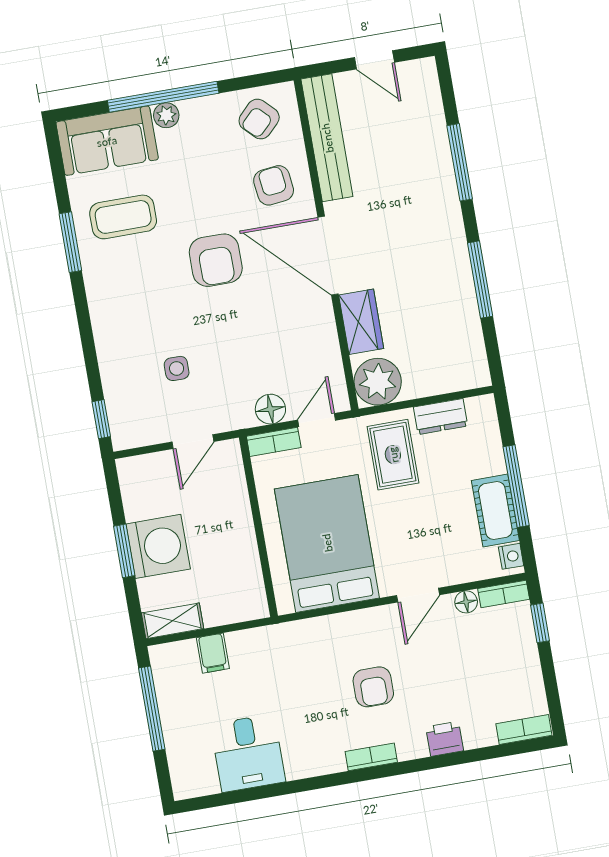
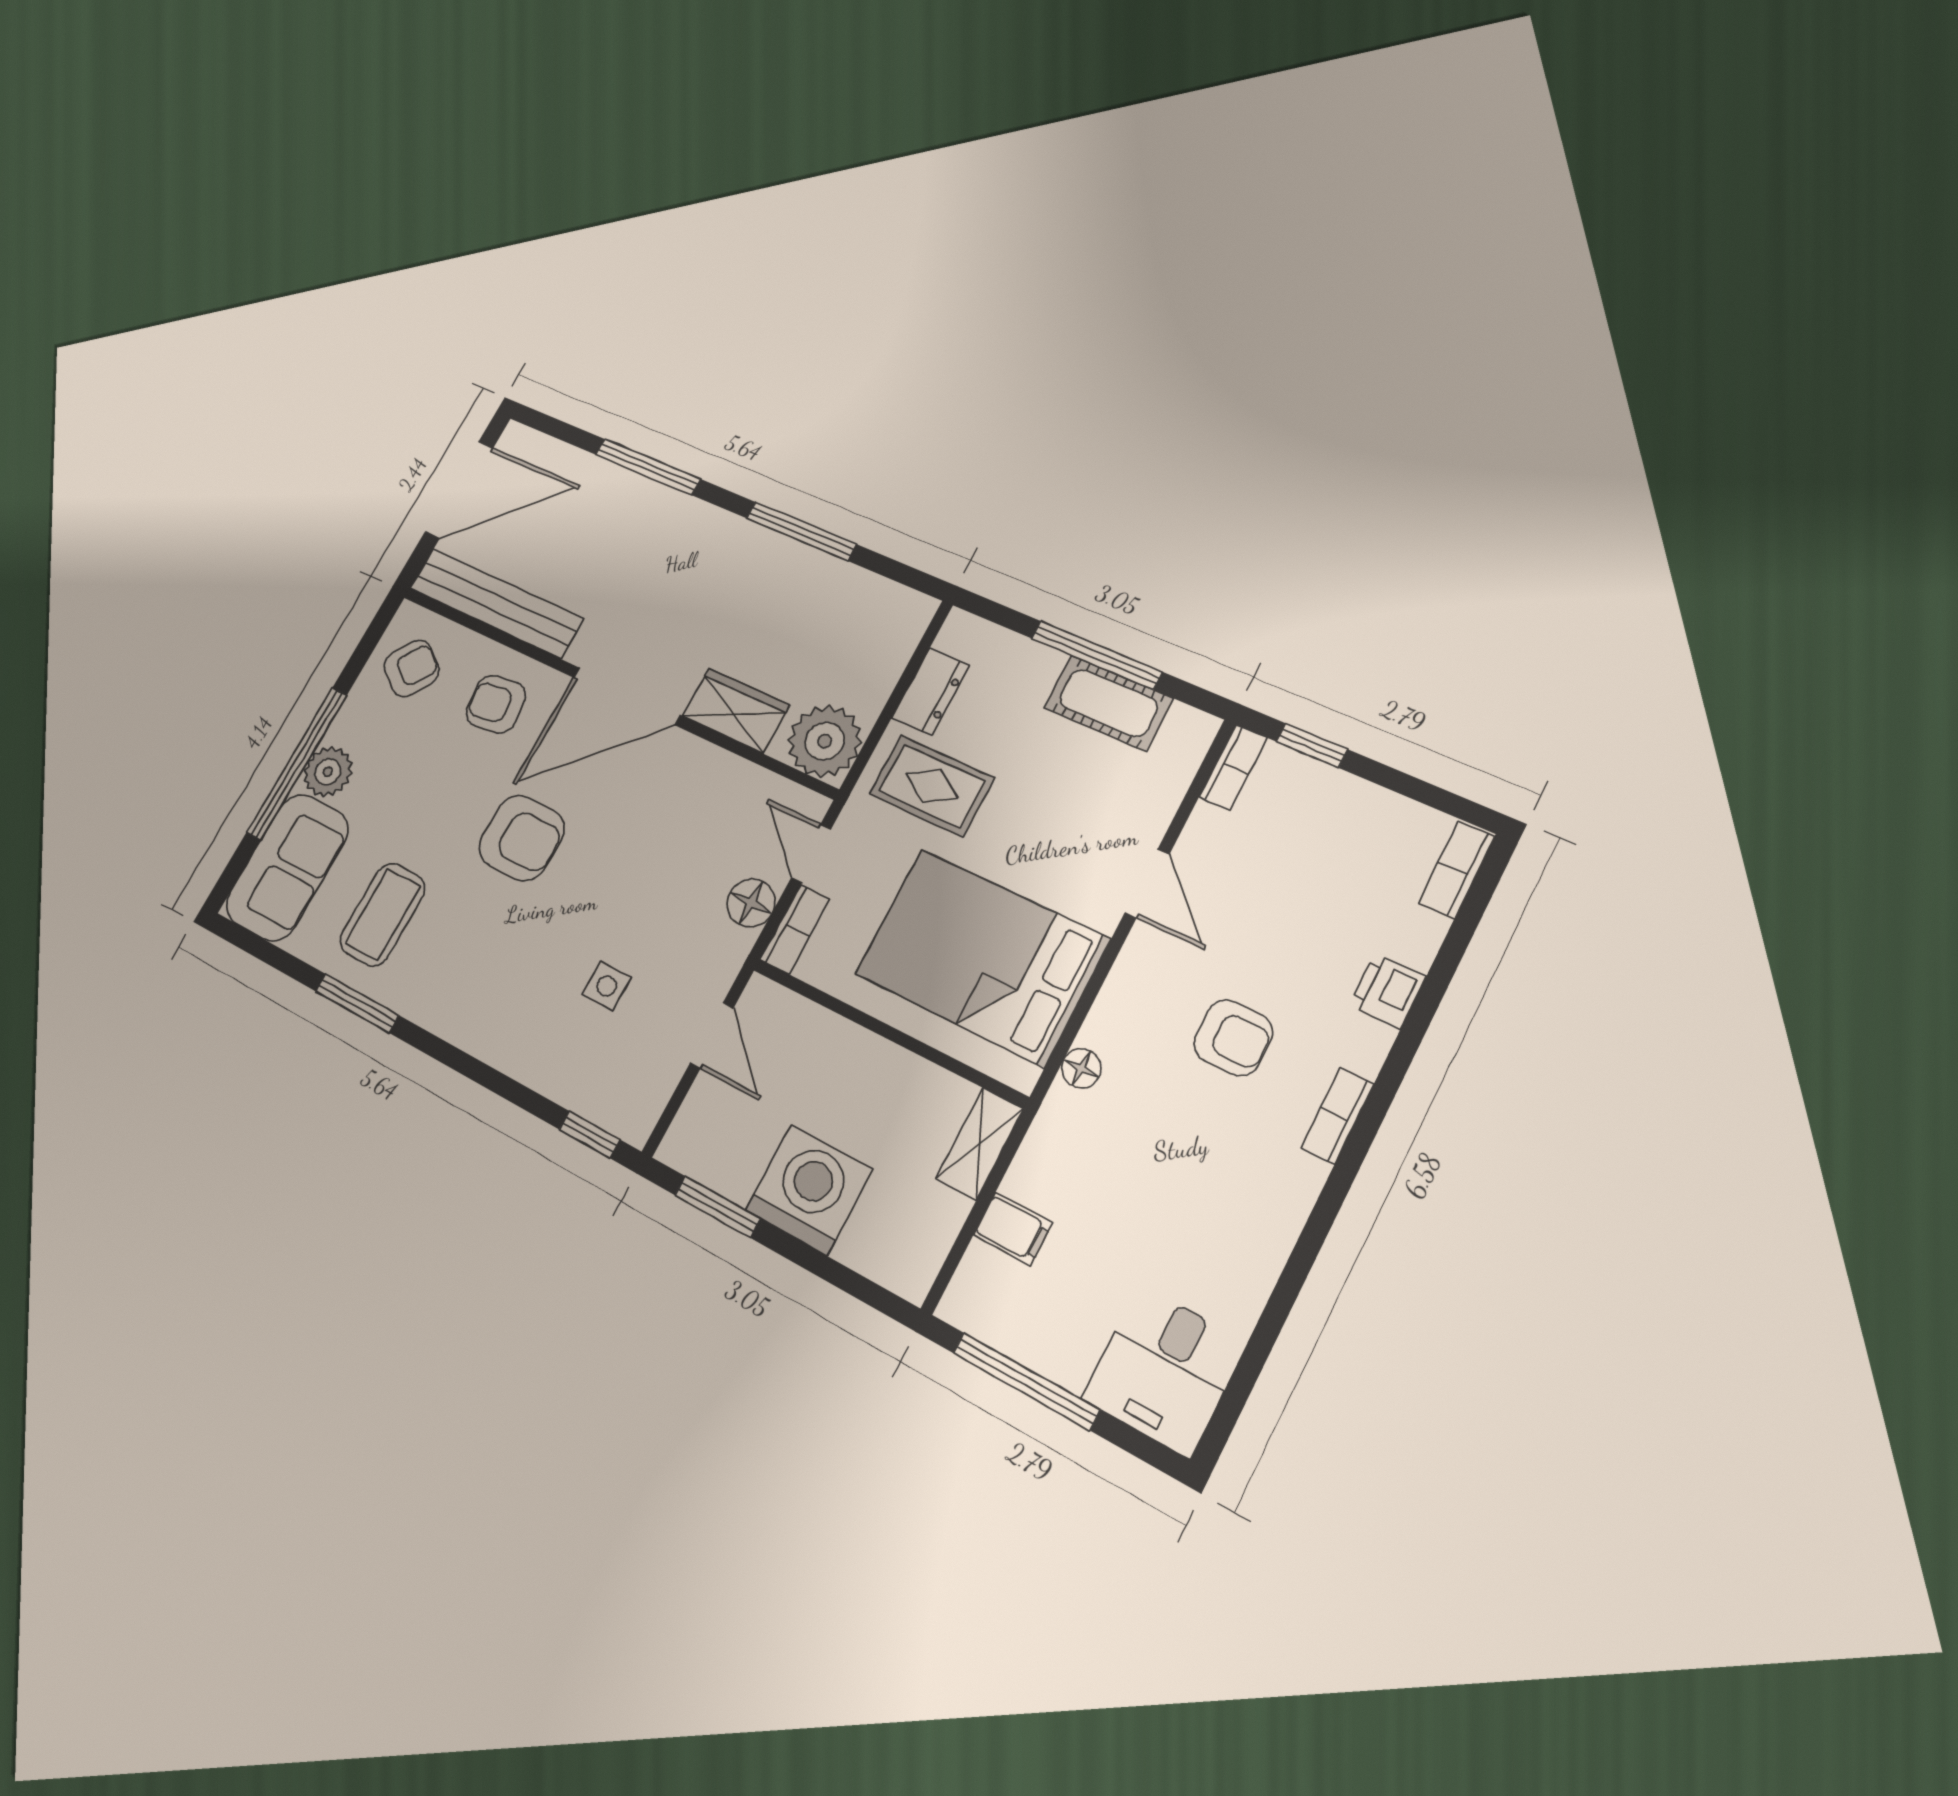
door: (374, 60) -> (459, 490), width x1.88
plant: (166, 115) -> (328, 772), width x1.38, depth x1.38
armchair: (259, 119) -> (412, 668), turned -99
window: (124, 551) -> (717, 1207), moved
nightstand: (511, 556) -> (1187, 723), removed
floor lamp: (466, 602) -> (1081, 1068), moved
shelving: (172, 621) -> (980, 1144), moved
desk: (248, 753) -> (1164, 1371), moved, turned 90

